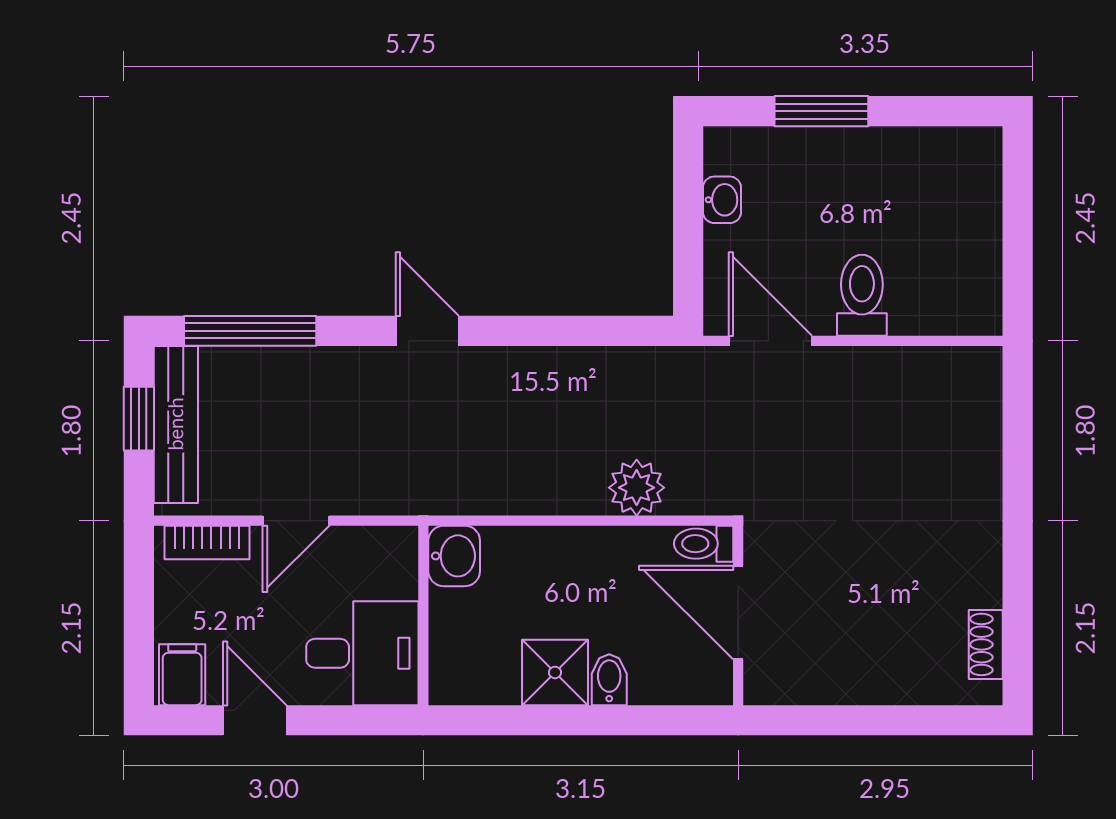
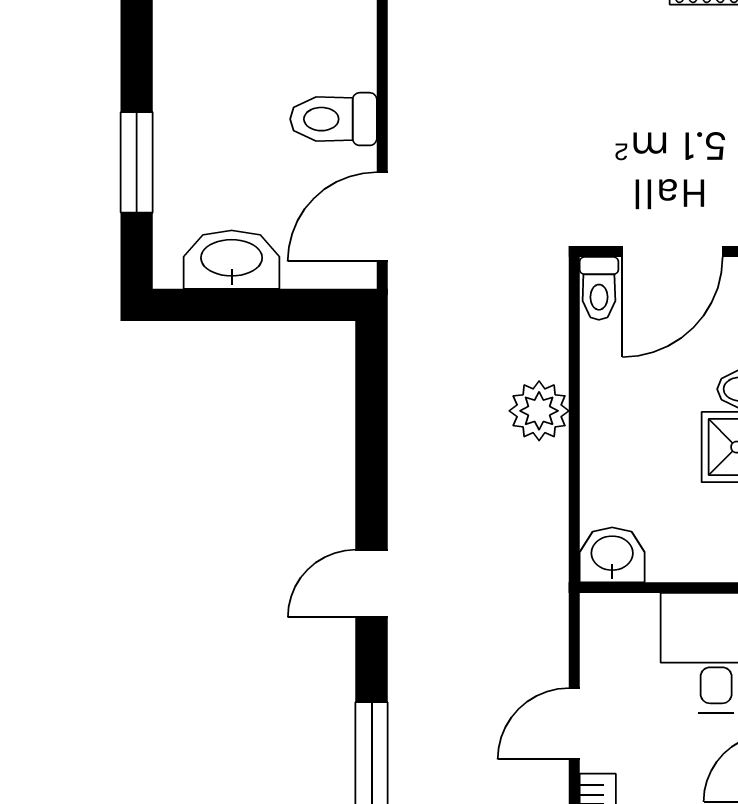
washbasin: (722, 200) -> (232, 260), width x1.91, depth x1.45
plant: (637, 488) -> (539, 411), moved
door: (296, 521) -> (574, 724), swing flipped

